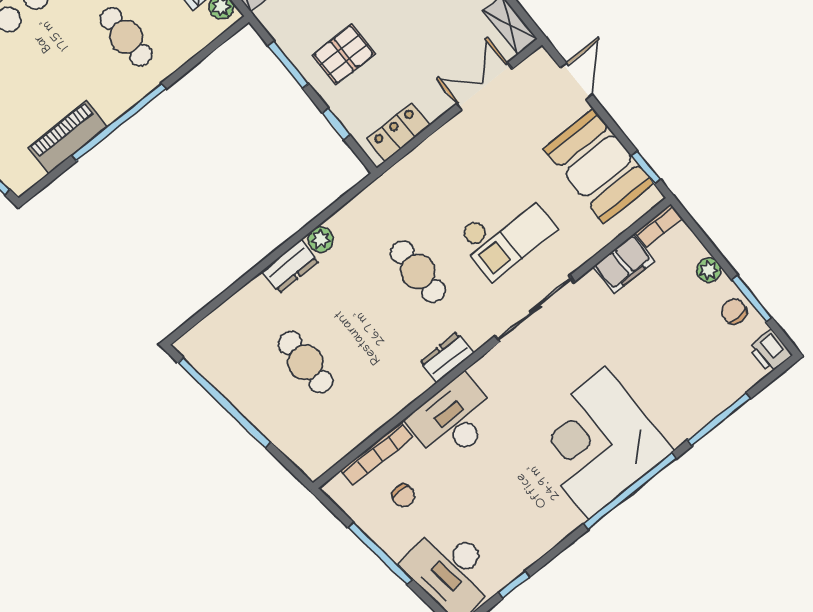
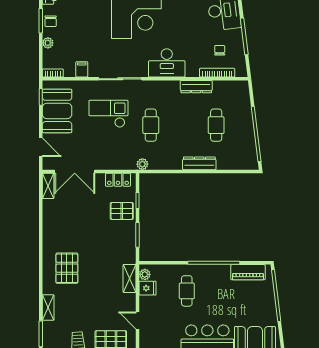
pallet: (344, 54) -> (122, 211), moved
door: (576, 81) -> (41, 147), swing flipped
double door: (484, 86) -> (75, 171), width x1.37
piano: (68, 137) -> (248, 272), moved
plant: (321, 239) -> (142, 164), moved
filing cabinet: (624, 264) -> (82, 69), width x0.50
dresser: (290, 266) -> (199, 163), width x1.44
dresser: (447, 357) -> (196, 87), moved, width x1.44
desk: (453, 419) -> (167, 63), moved

